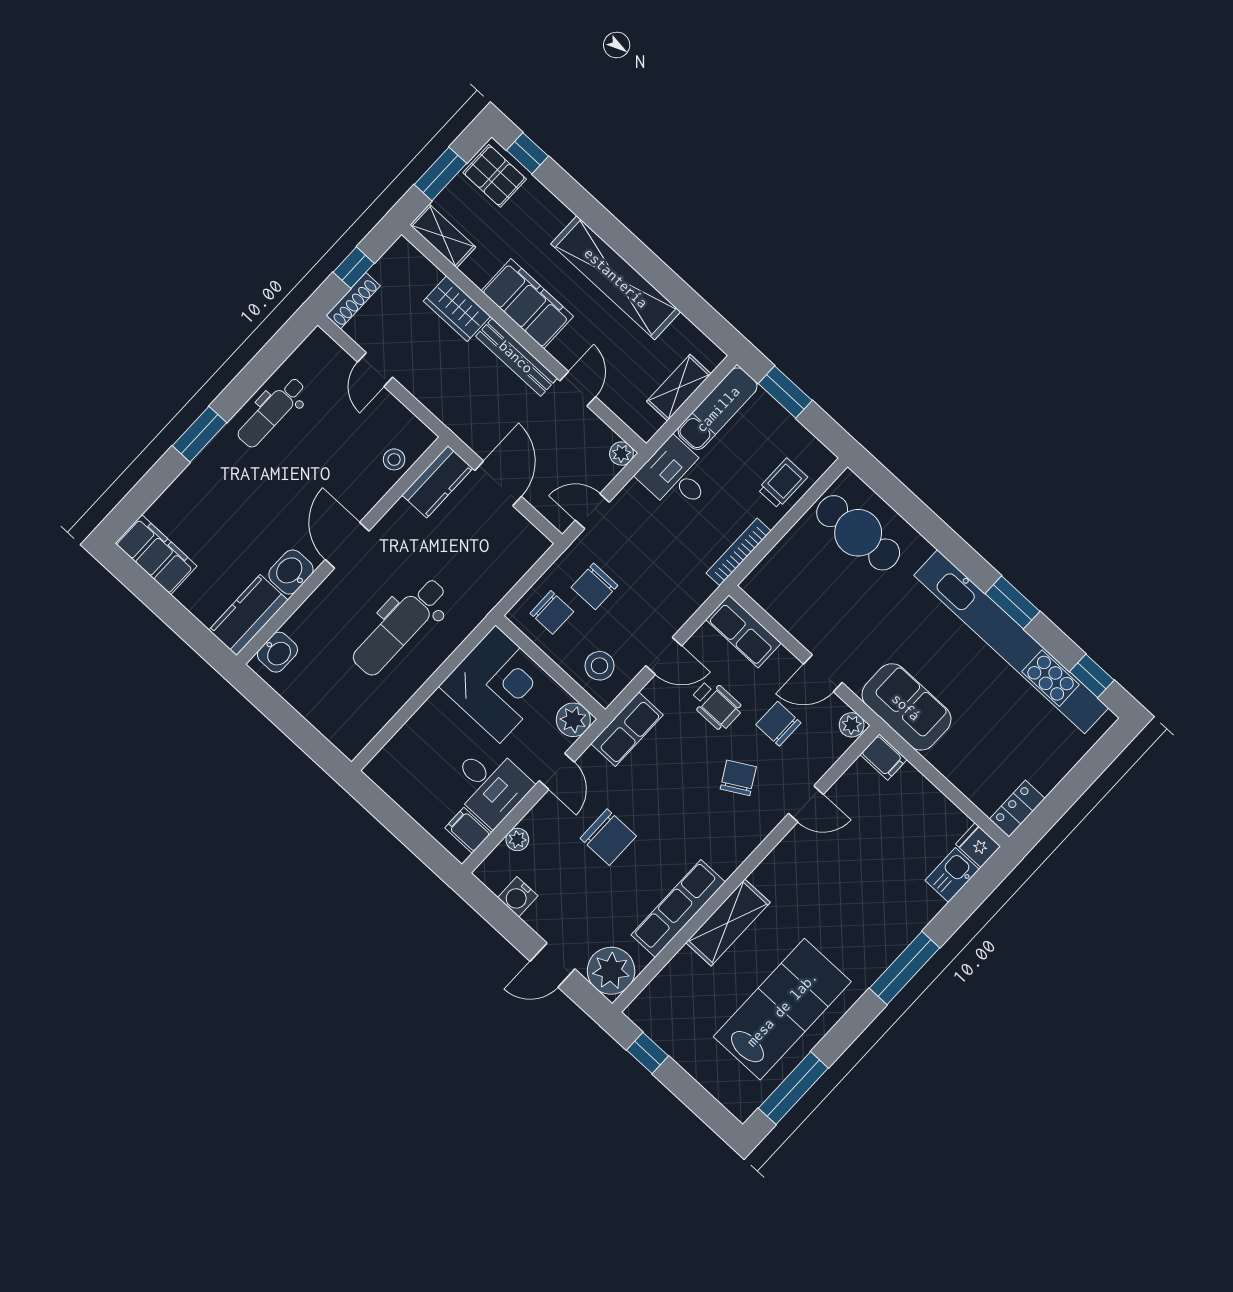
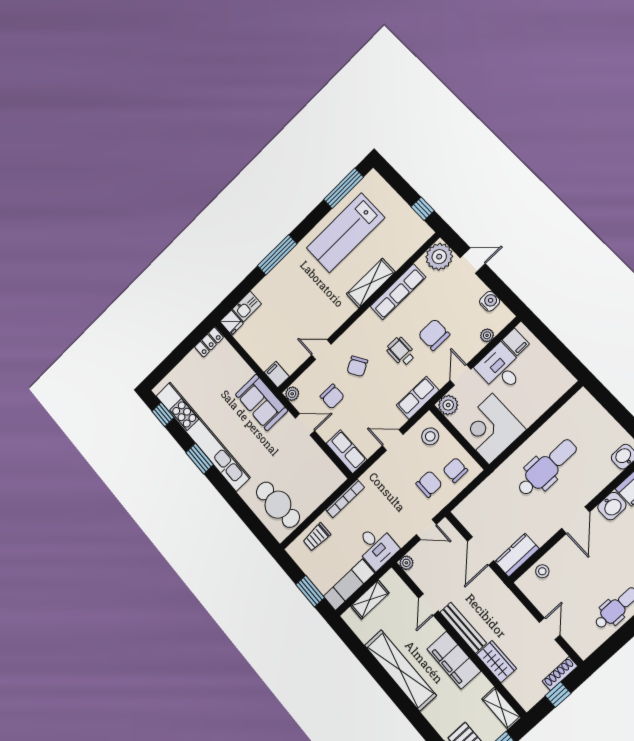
wheelchair: (716, 705) -> (401, 352), moved

